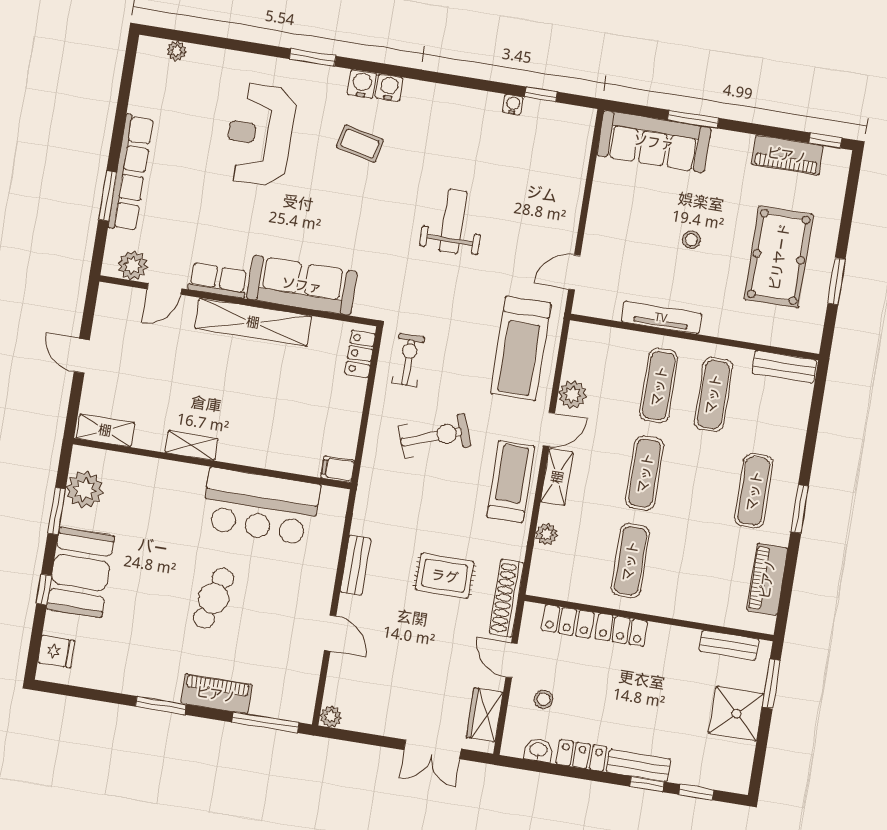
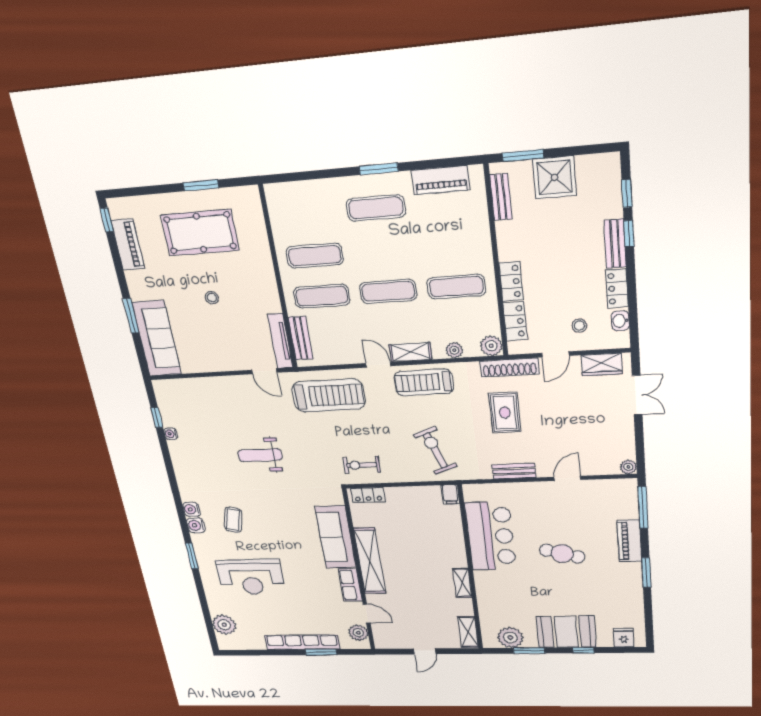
plant: (177, 51) -> (224, 625), width x1.88, depth x1.88
tv unit: (661, 318) -> (280, 341), moved
bench: (784, 367) -> (301, 338), moved
plant: (572, 395) -> (491, 346), moved
exercise bike: (435, 436) -> (435, 450), moved

